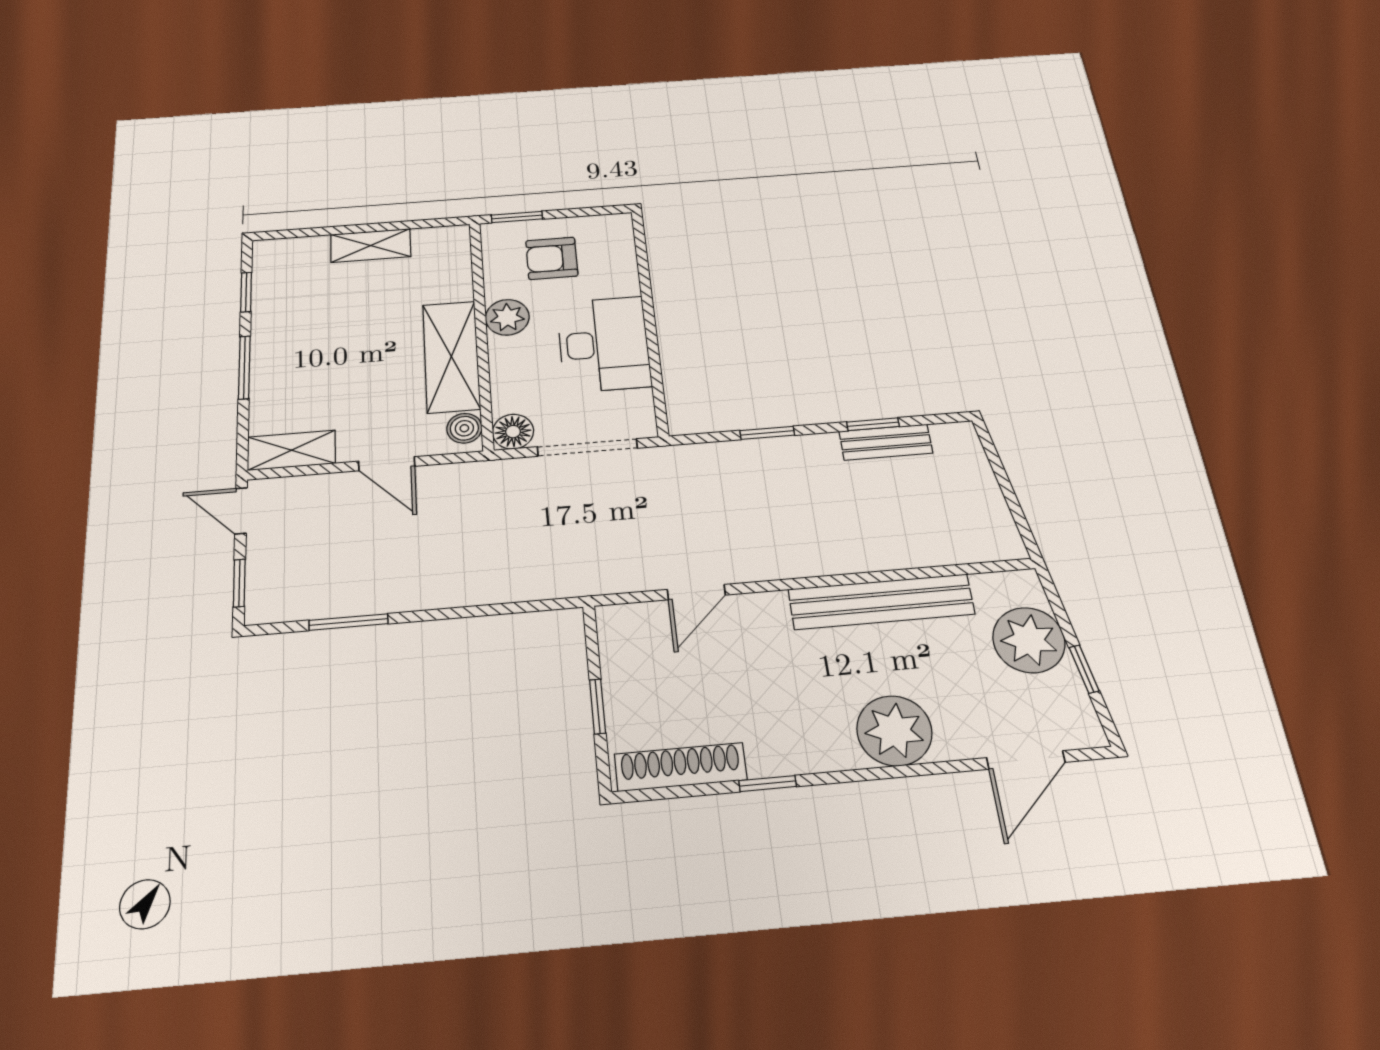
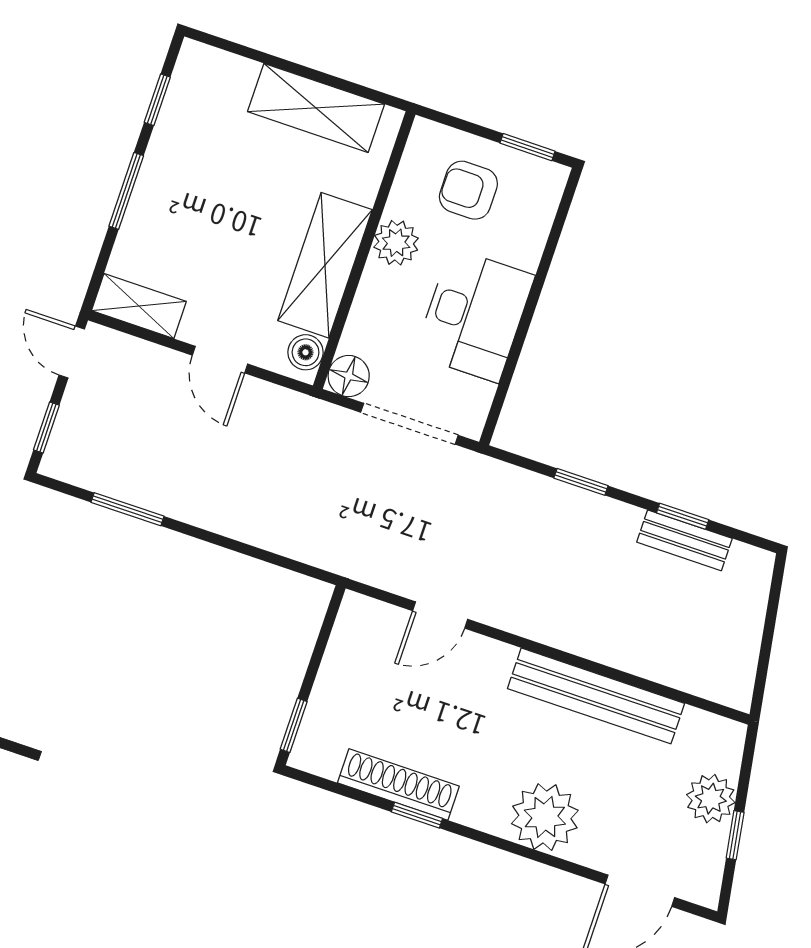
window: (517, 217) -> (527, 147), moved
shelving: (371, 246) -> (316, 108), width x1.50, depth x1.33
plant: (1029, 640) -> (711, 799), width x0.73, depth x0.73
window: (598, 706) -> (294, 725), moved
shoe rack: (681, 767) -> (398, 784), moved

